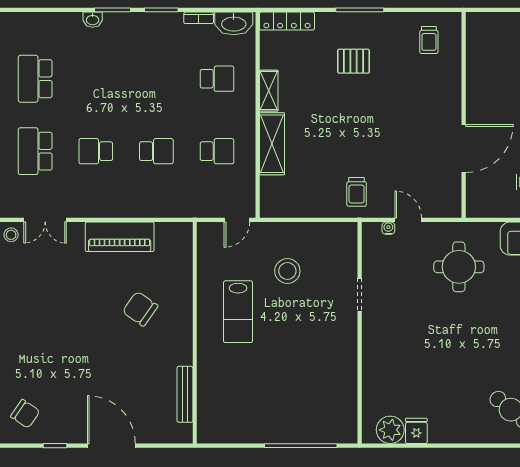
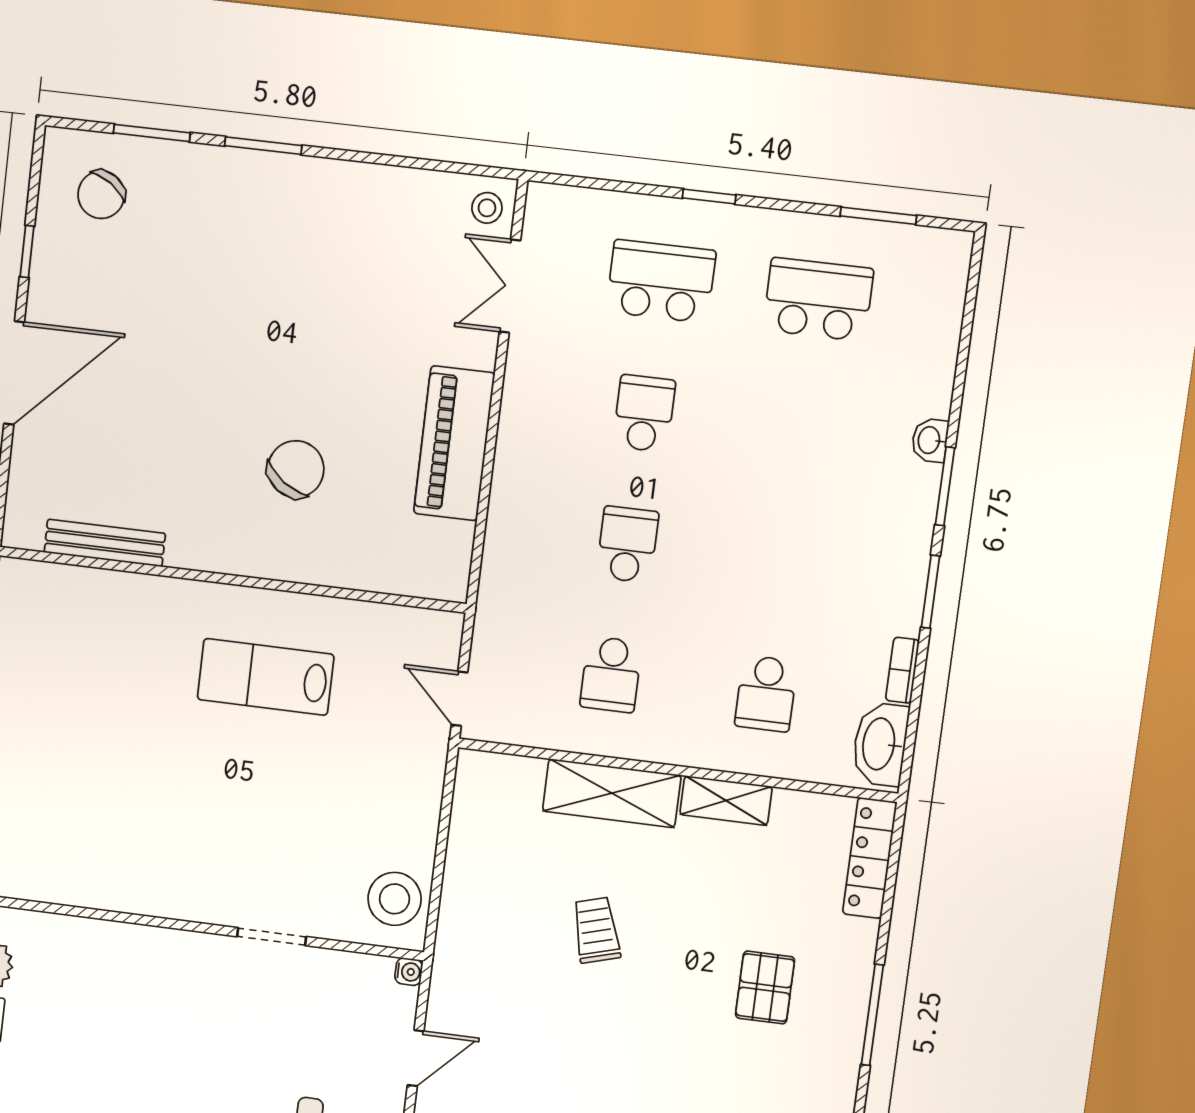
school desk: (156, 151) -> (627, 544), turned 180
trolley: (357, 192) -> (596, 930), moved, turned 74
water cooler: (388, 228) -> (409, 972), moved
stool: (287, 271) -> (395, 899), moved

